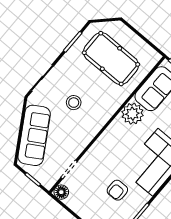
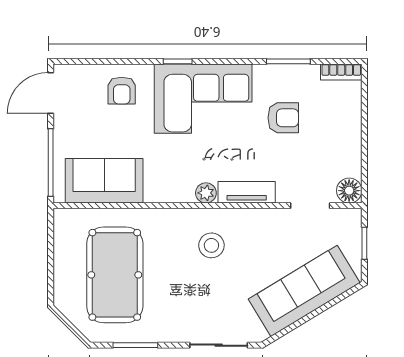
stool: (74, 103) -> (211, 245), moved
plant: (132, 114) -> (206, 193), moved, width x0.53, depth x0.53
tv unit: (98, 147) -> (247, 192), added

